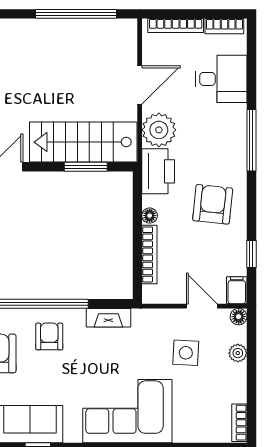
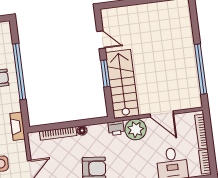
window: (86, 167) -> (105, 73), moved
printer: (158, 171) -> (116, 128), width x0.53, depth x0.68
fireplace: (108, 318) -> (18, 126), moved

